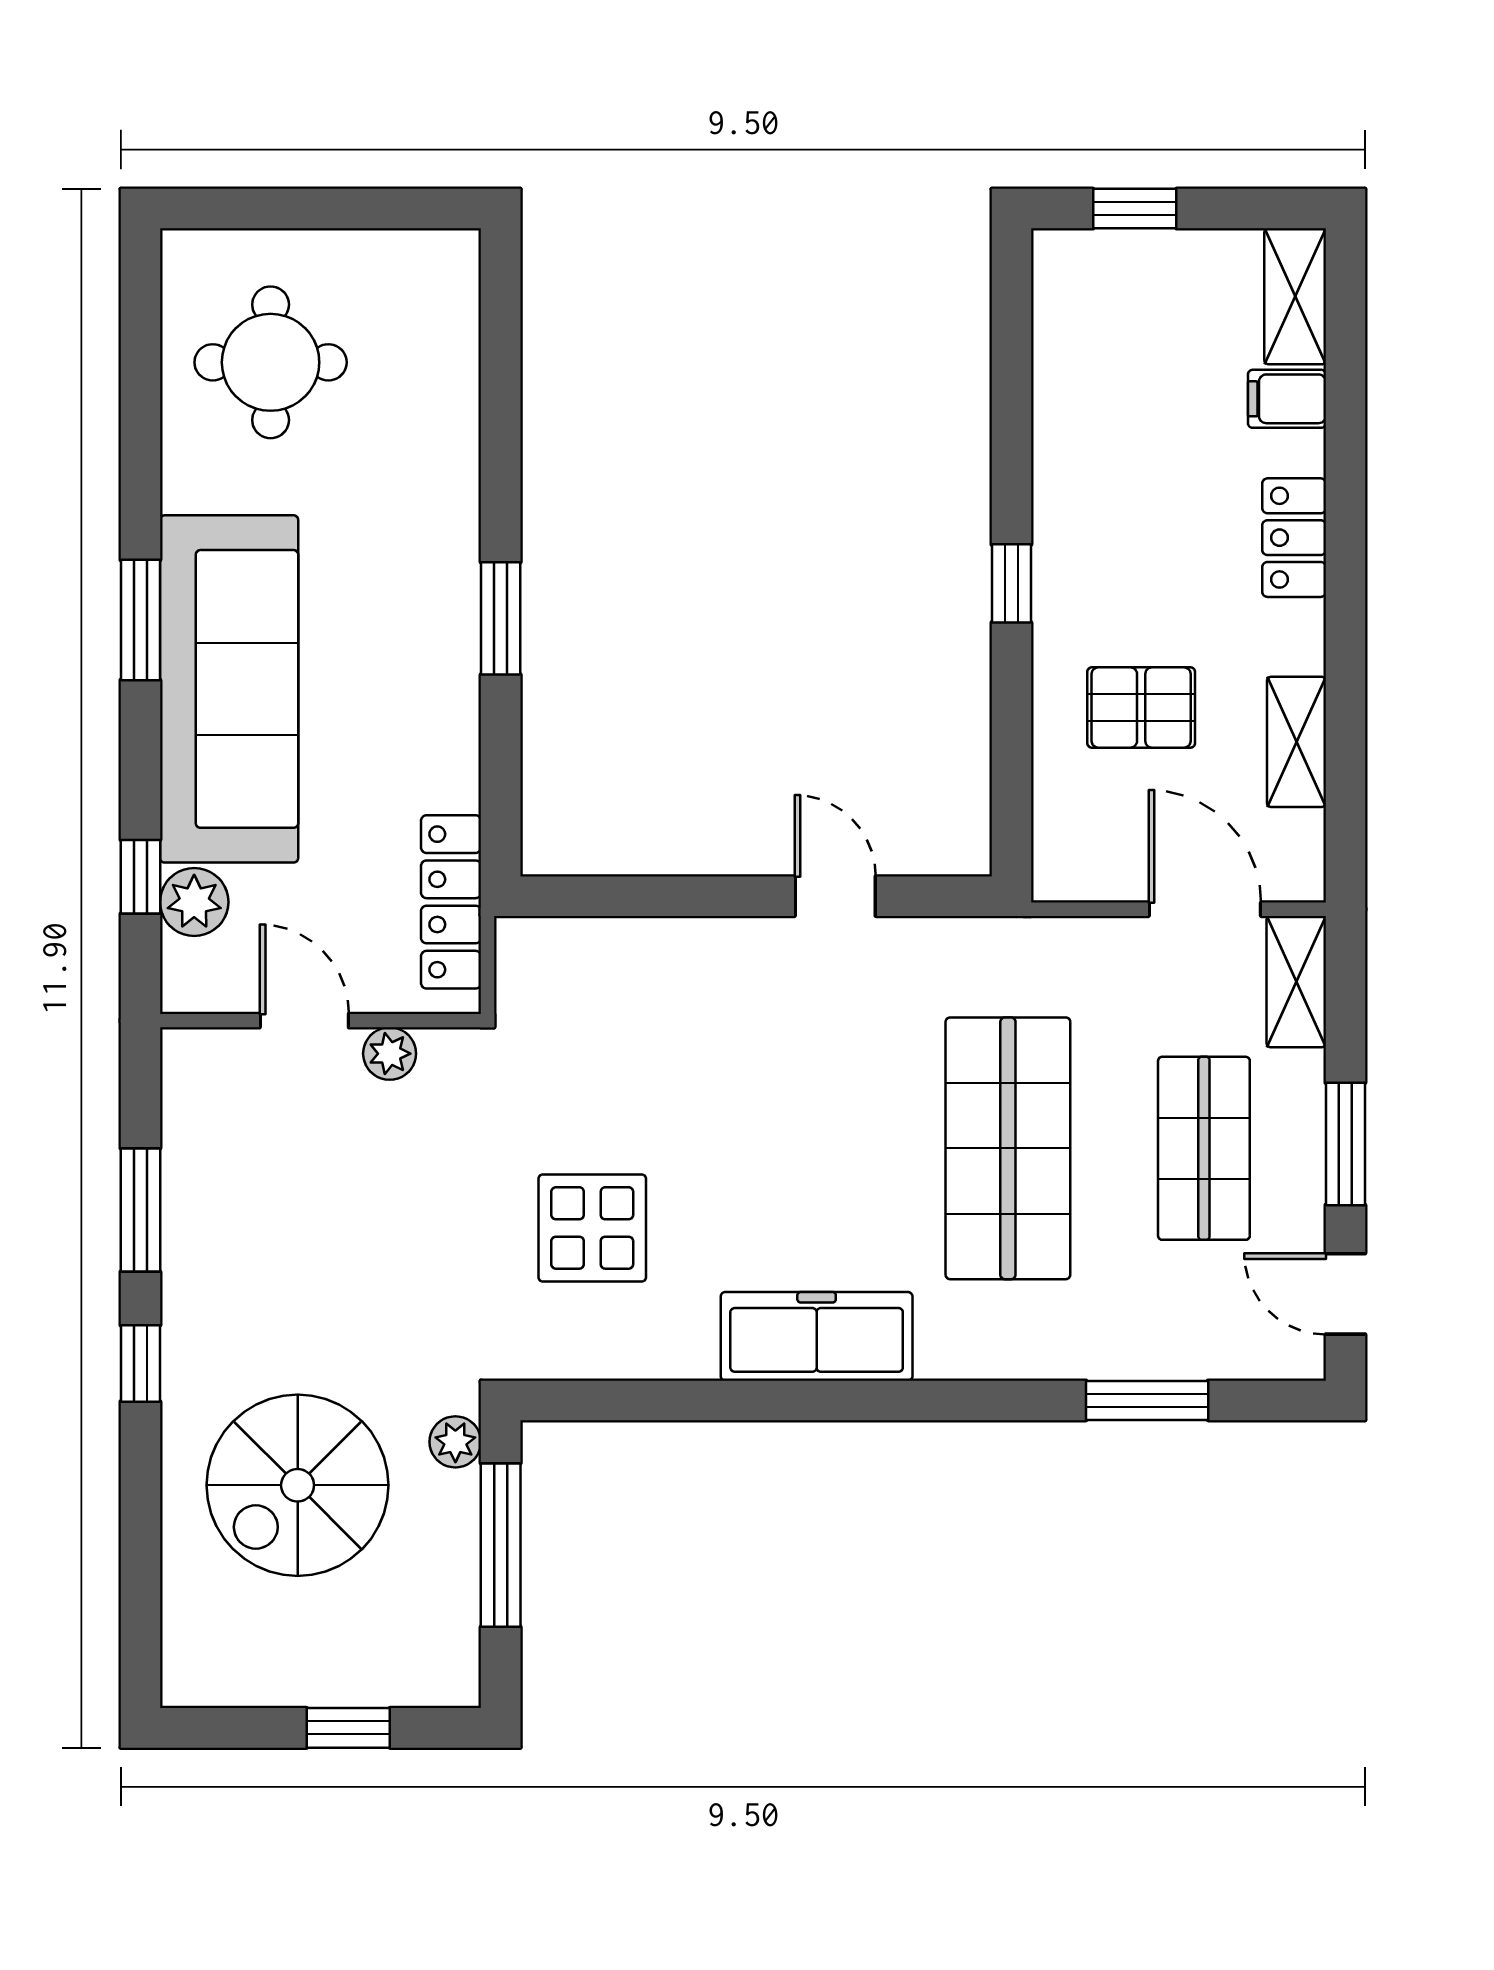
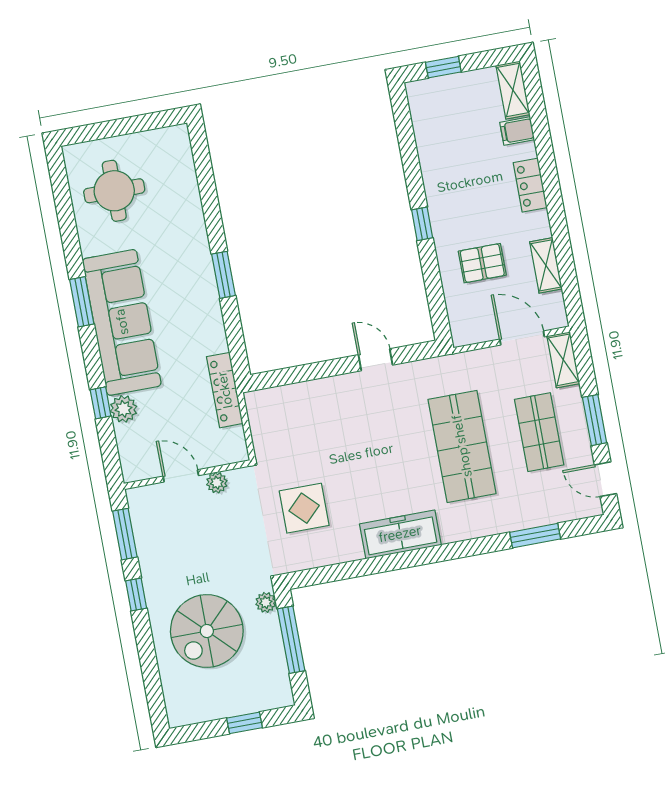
door: (304, 1021) -> (181, 476), moved
wall: (321, 1021) -> (187, 475), moved
plant: (390, 1054) -> (217, 483), moved

